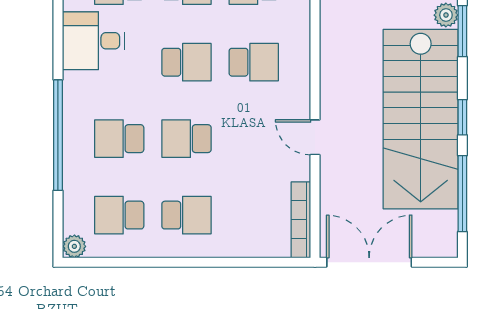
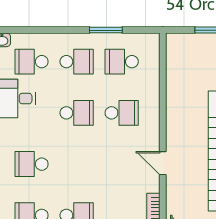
school desk: (186, 139) -> (77, 164), removed

